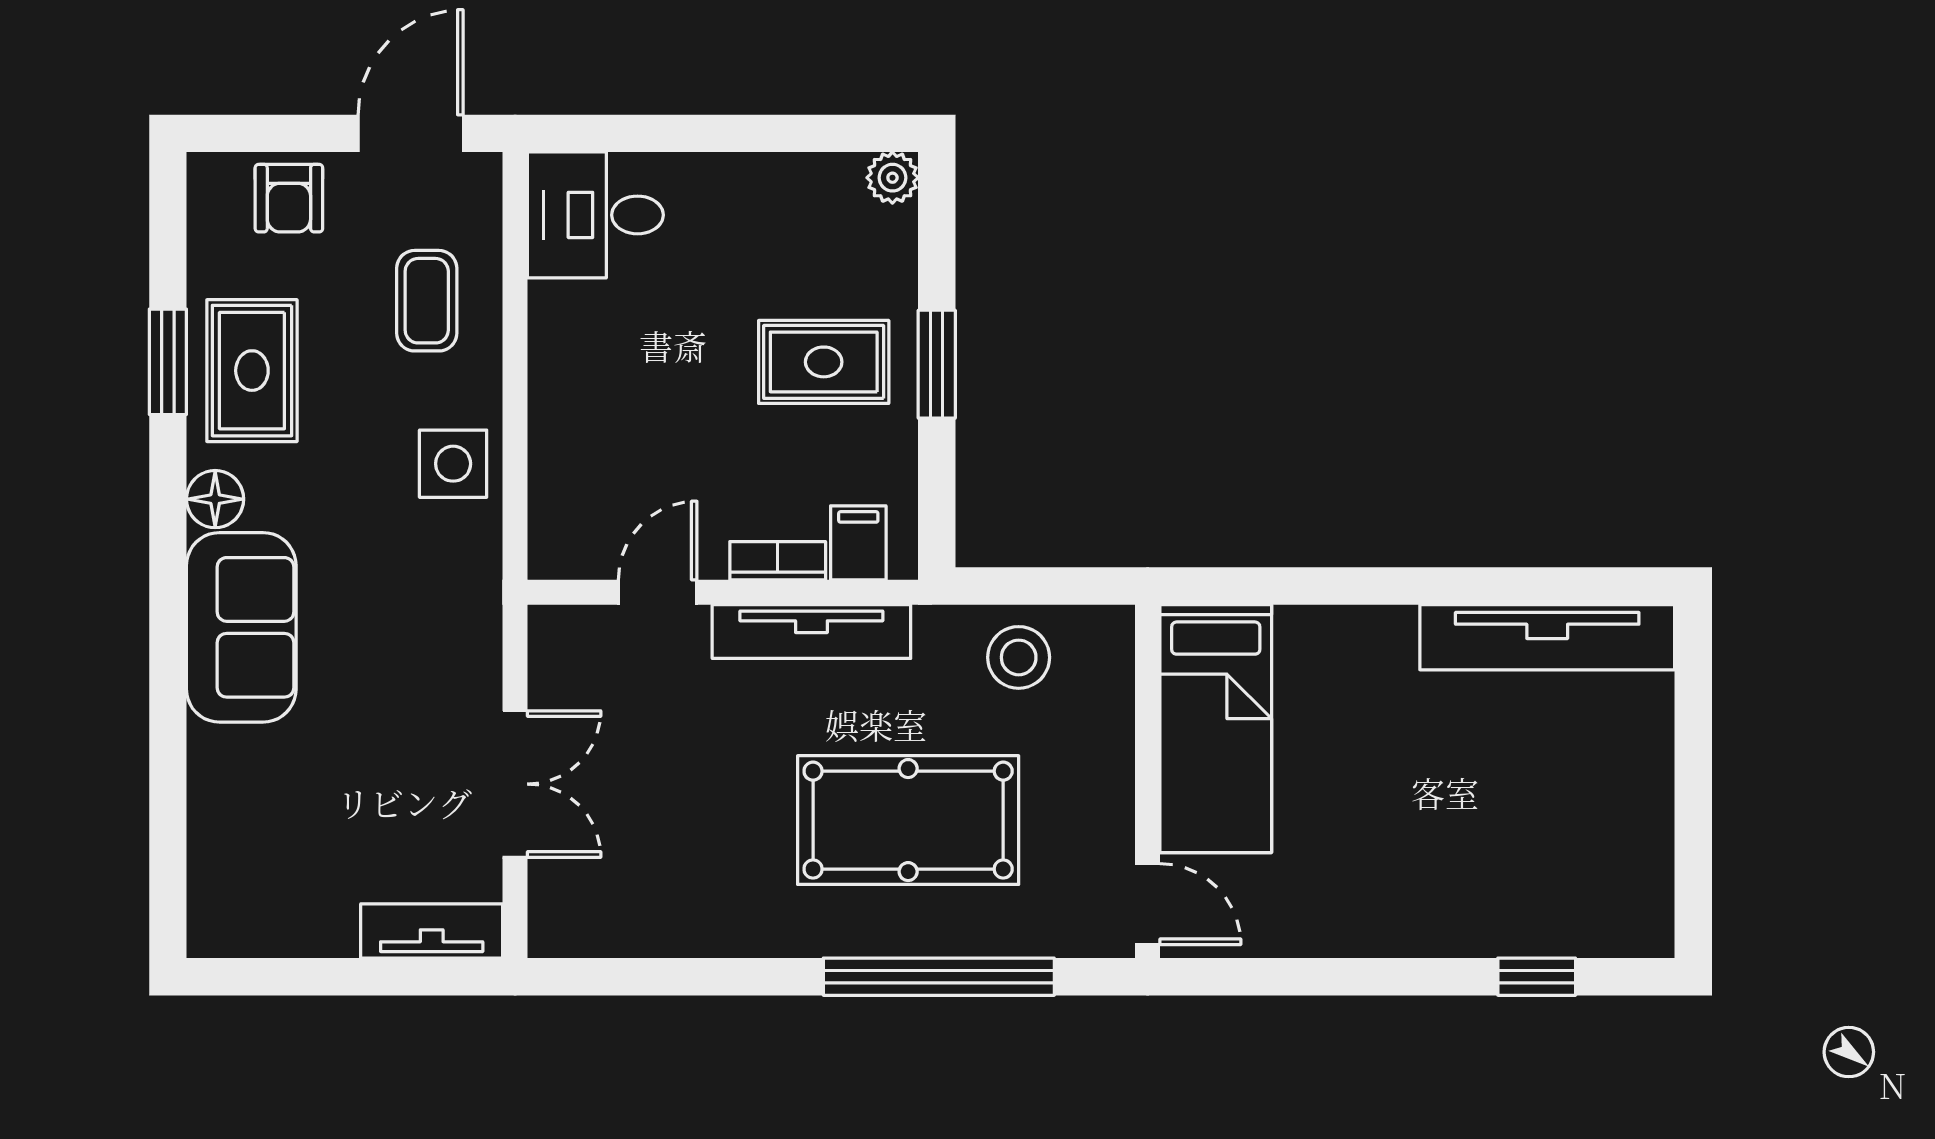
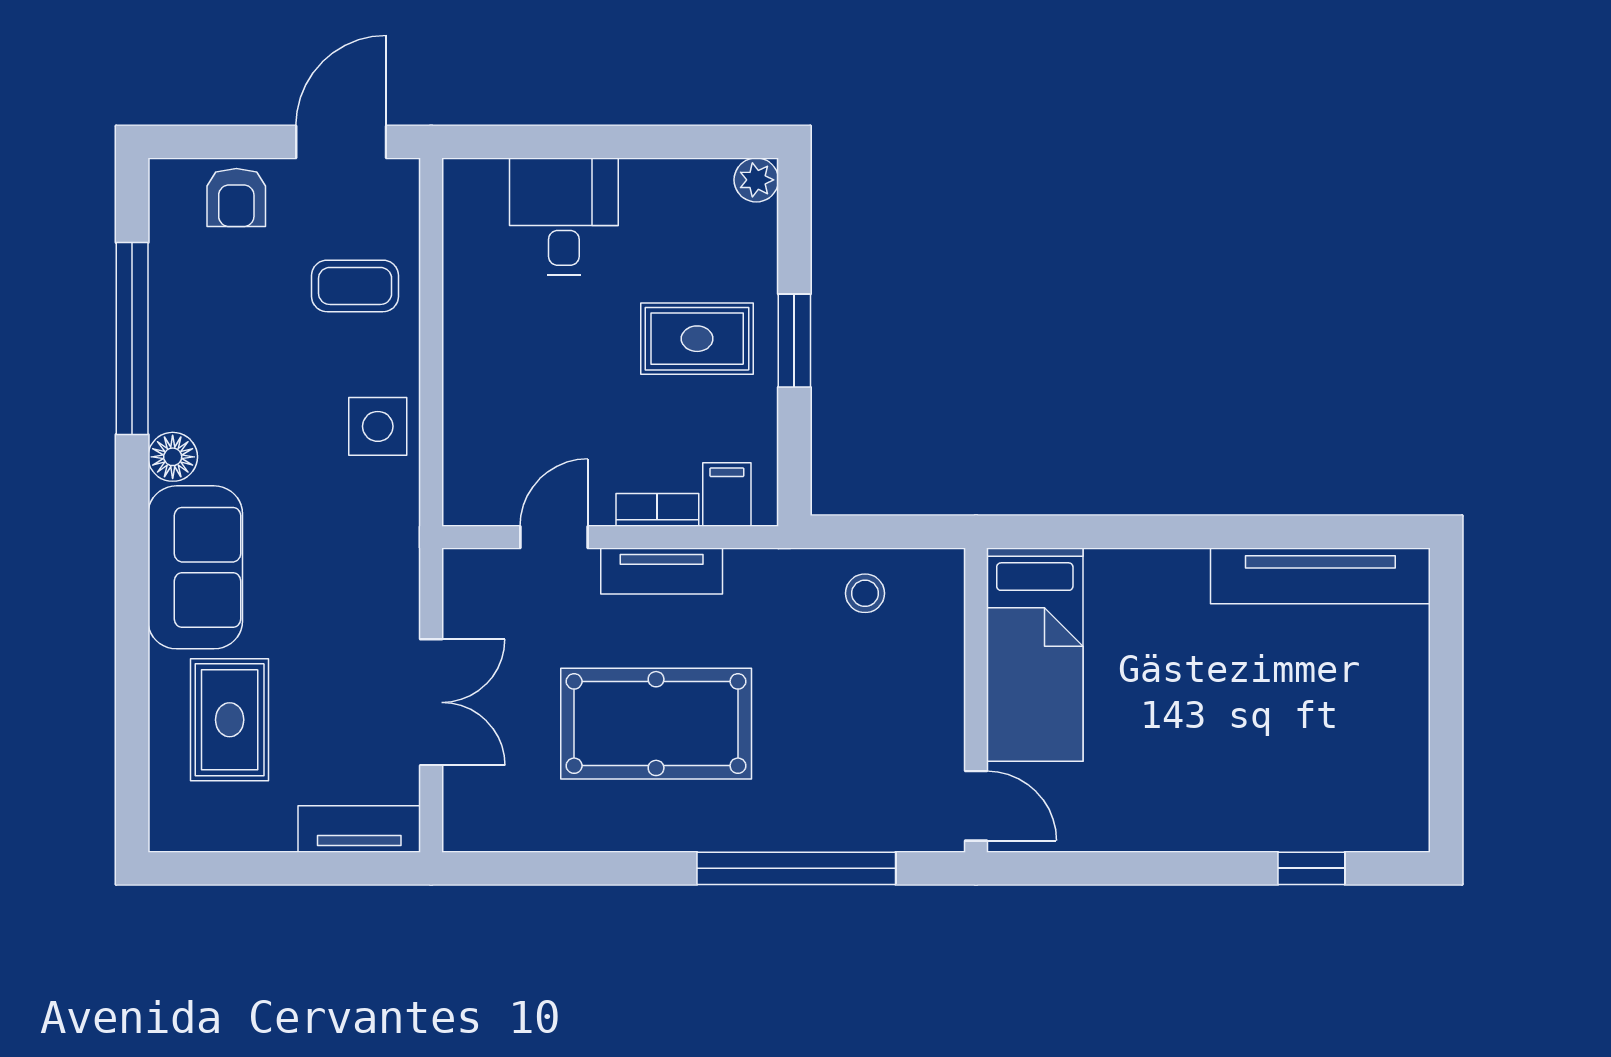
desk: (595, 215) -> (564, 216), moved, turned 90
coffee table: (427, 301) -> (355, 286), turned 90
window: (168, 362) -> (132, 339), width x2.11
rug: (252, 371) -> (230, 720), moved
tv unit: (811, 632) -> (662, 571), width x0.71
stool: (1019, 657) -> (865, 593), width x0.73, depth x0.73
pool table: (908, 820) -> (656, 724), moved

